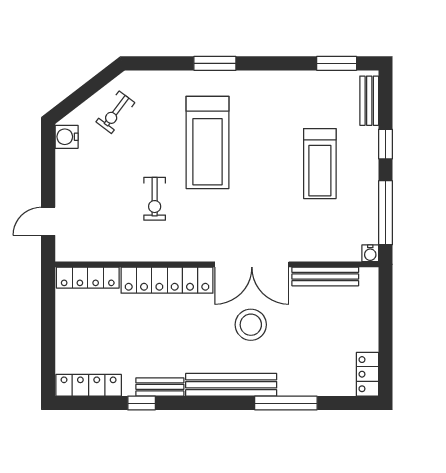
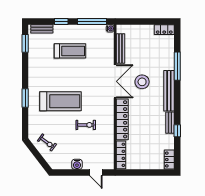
water cooler: (67, 137) -> (77, 164), moved
locker: (89, 385) -> (169, 160), width x0.66

